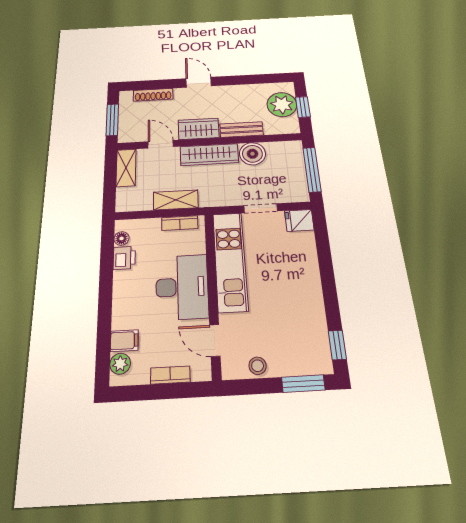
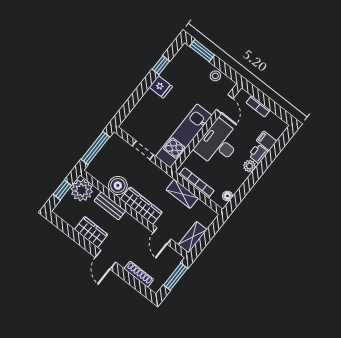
plant: (282, 105) -> (82, 190), moved
wardrobe: (199, 129) -> (91, 232), moved, turned 180
fridge: (299, 220) -> (161, 87), moved
bookcase: (180, 223) -> (197, 183), width x1.56
printer: (124, 258) -> (258, 154), moved
window: (337, 345) -> (161, 65), moved
plant: (120, 364) -> (249, 166), moved

